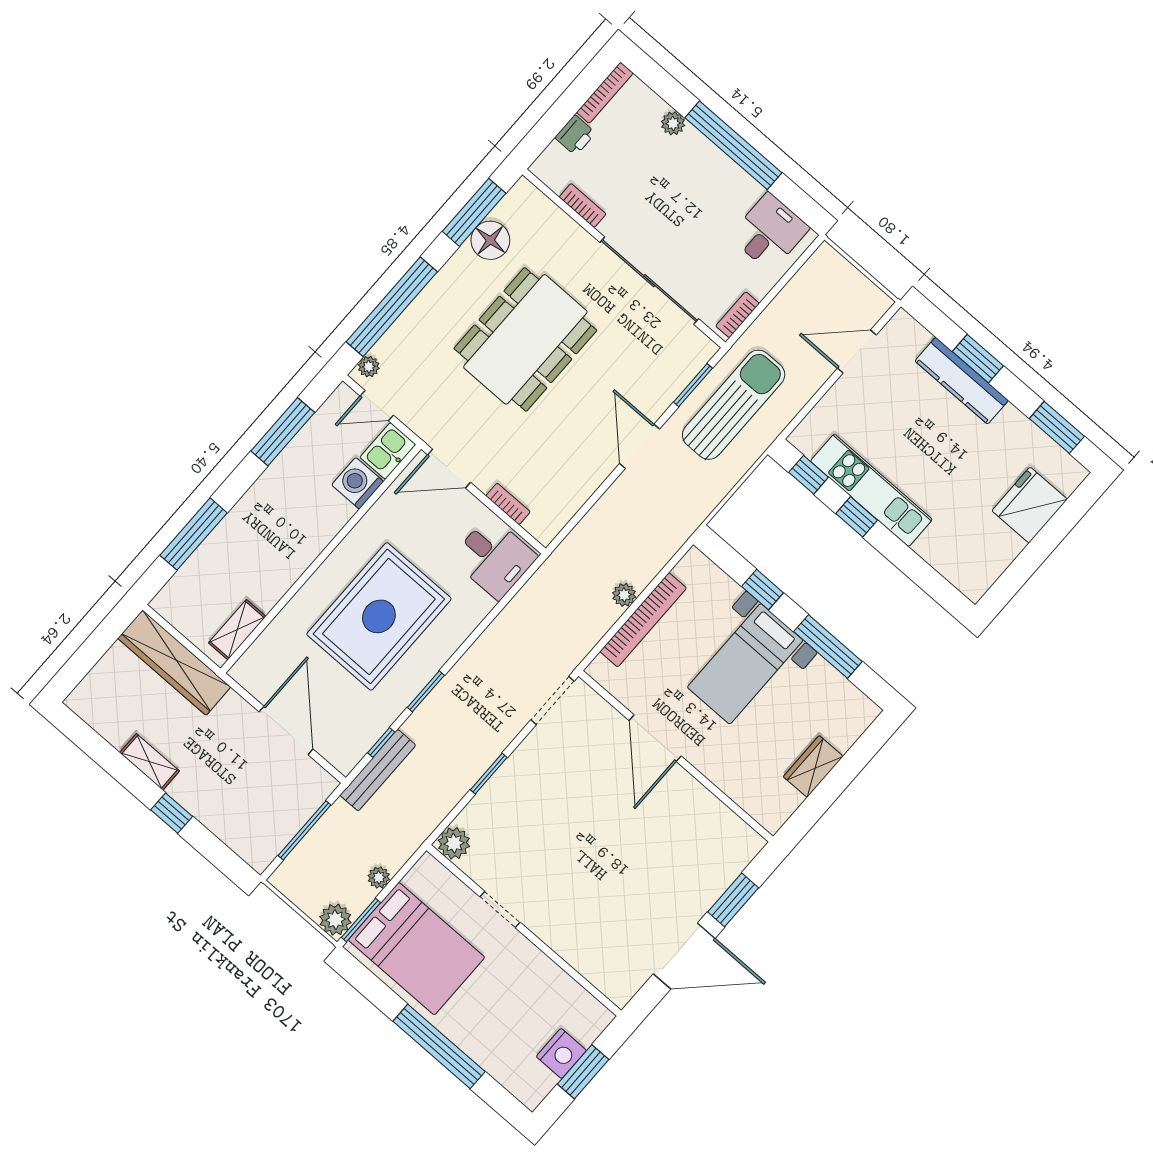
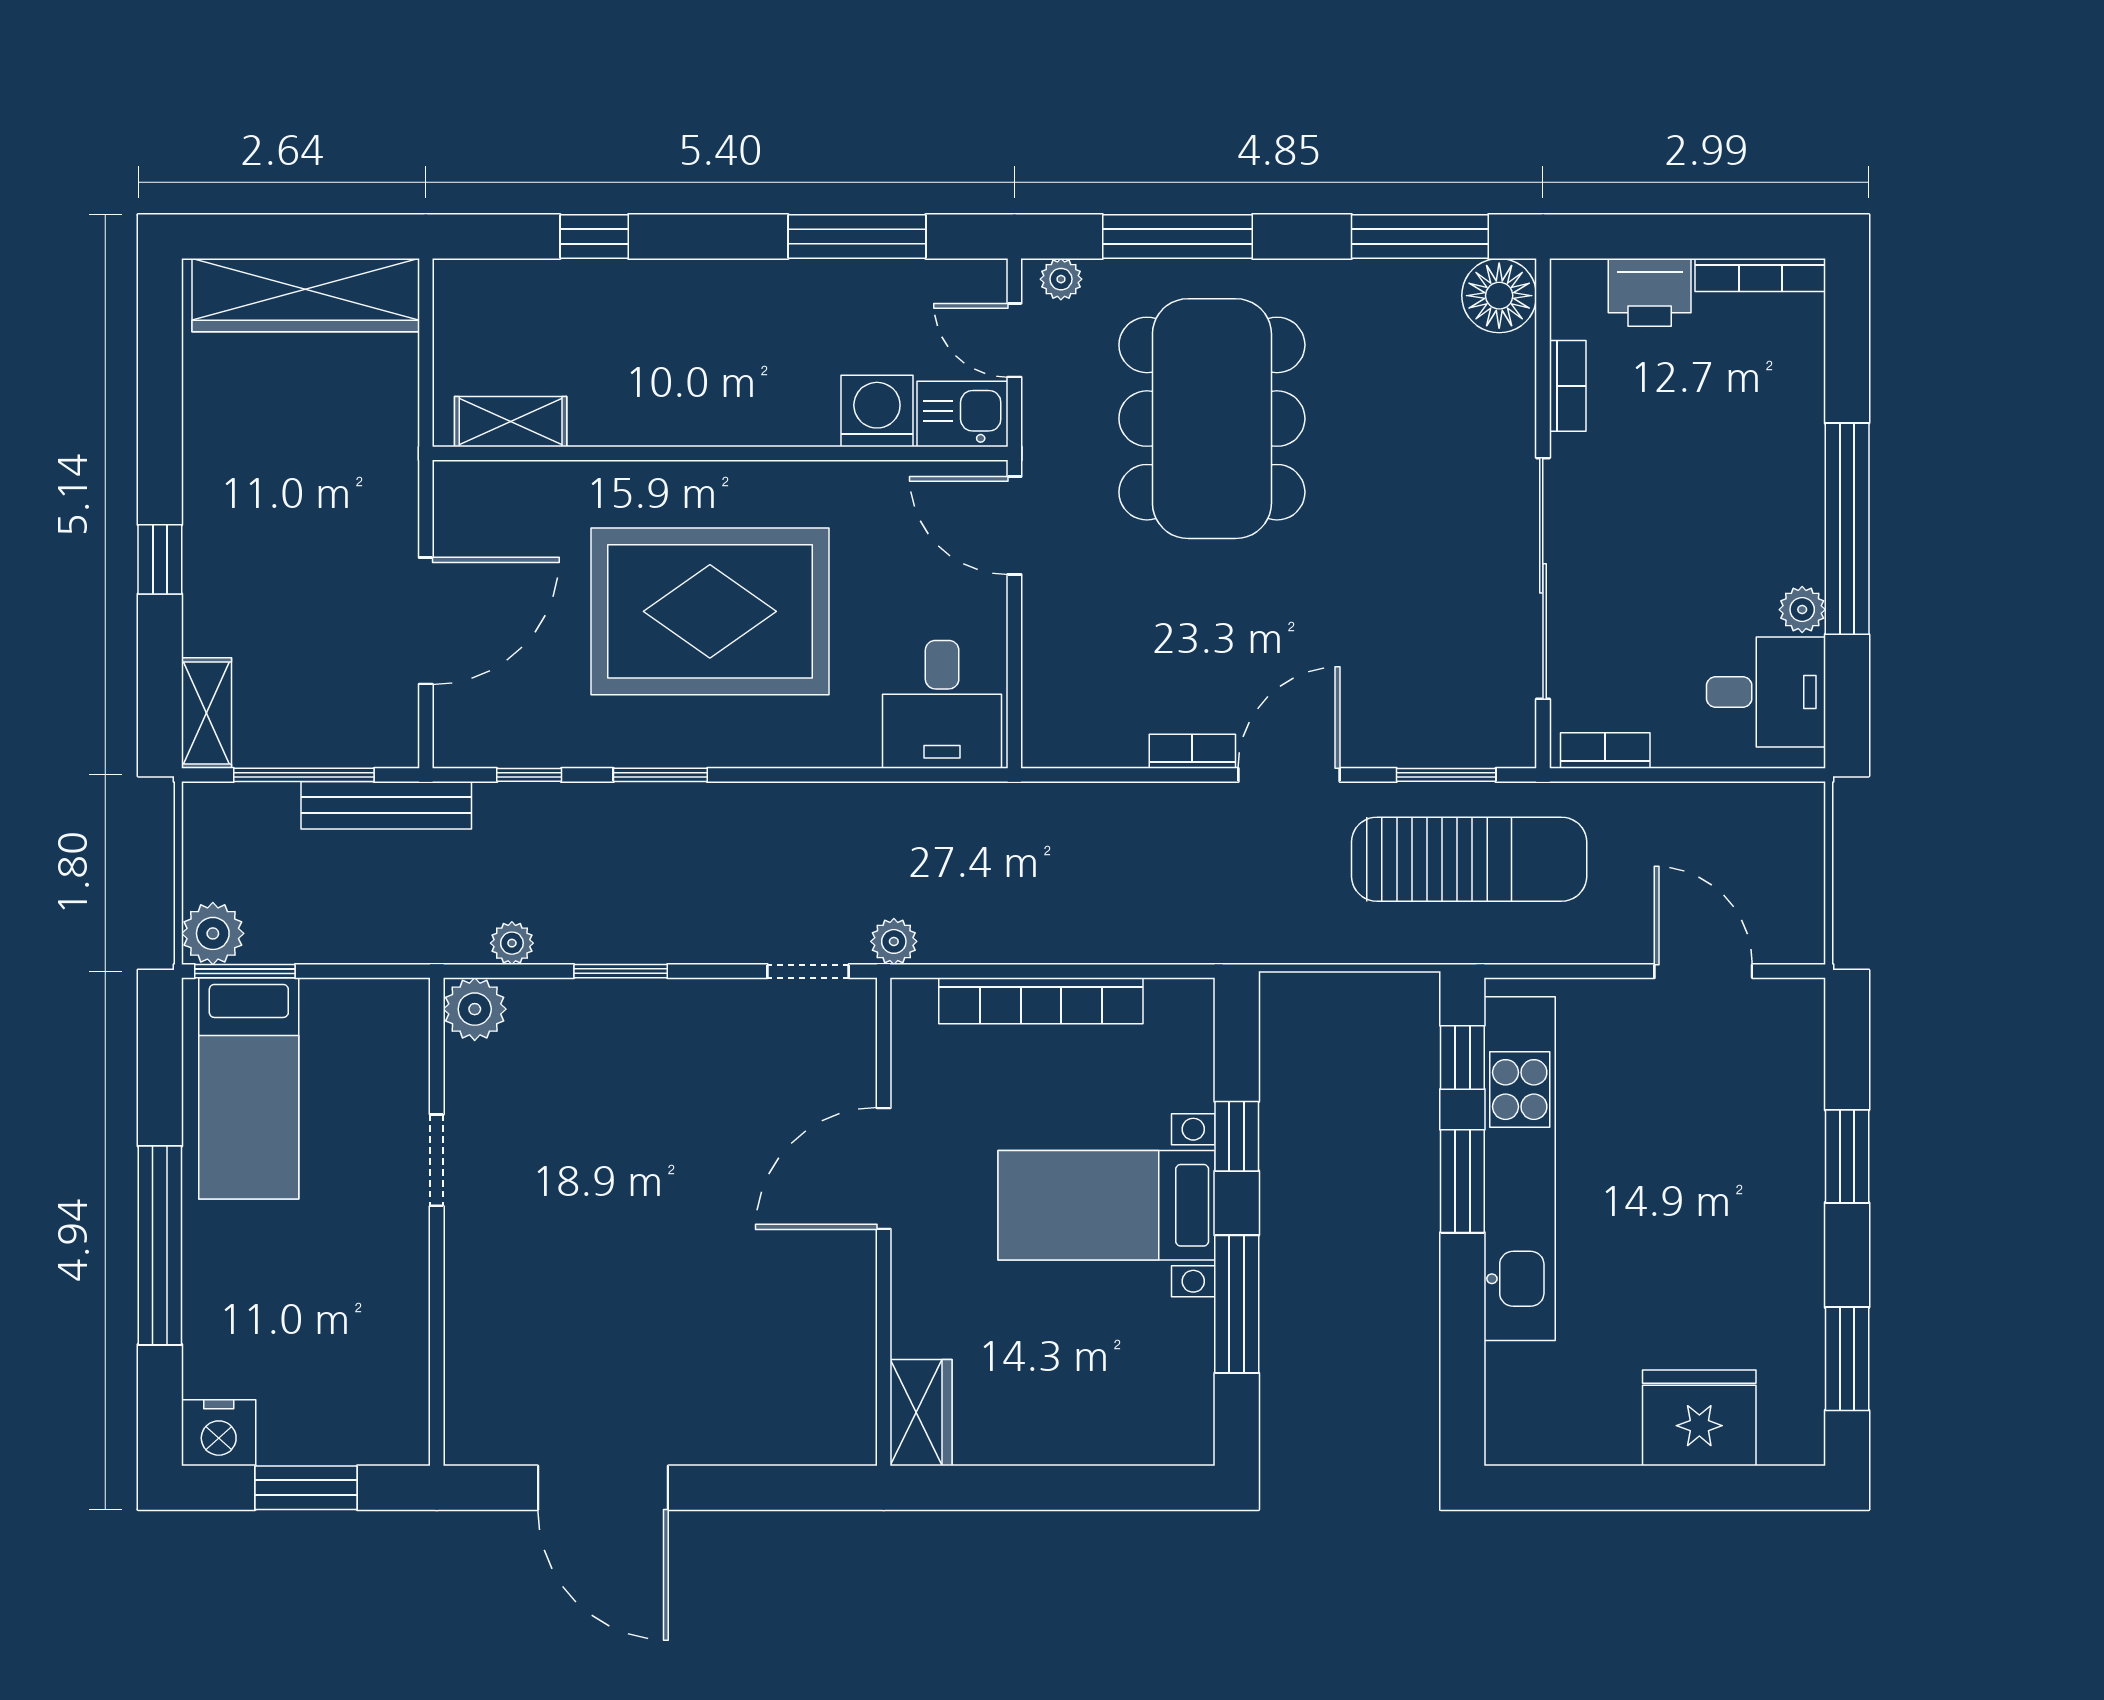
plant: (673, 123) -> (1802, 610), moved
printer: (575, 135) -> (1650, 292), width x1.36, depth x1.24
floor lamp: (490, 240) -> (1499, 296), moved
window: (392, 307) -> (1178, 237), width x0.68
dining table: (525, 339) -> (1212, 419), moved, turned 90
kitchen counter: (962, 381) -> (1794, 1161), removed
kitchen unit: (871, 490) -> (1520, 1169), width x1.36
bookcase: (508, 504) -> (1192, 751), moved, turned -90
window: (857, 517) -> (1462, 1181), width x1.50
window: (193, 534) -> (594, 237), width x0.46
plant: (624, 595) -> (894, 941), moved
wardrobe: (174, 663) -> (306, 295), moved, turned -90
doorway: (552, 700) -> (808, 971), width x0.73
shelving: (150, 762) -> (207, 713), moved
wardrobe: (813, 767) -> (921, 1413), moved, turned 90
bench: (378, 770) -> (386, 805), moved
plant: (379, 878) -> (512, 943), moved
window: (733, 900) -> (747, 1488), removed
bed: (417, 949) -> (249, 1088), width x0.67
nightstand: (561, 1053) -> (219, 1433), moved

